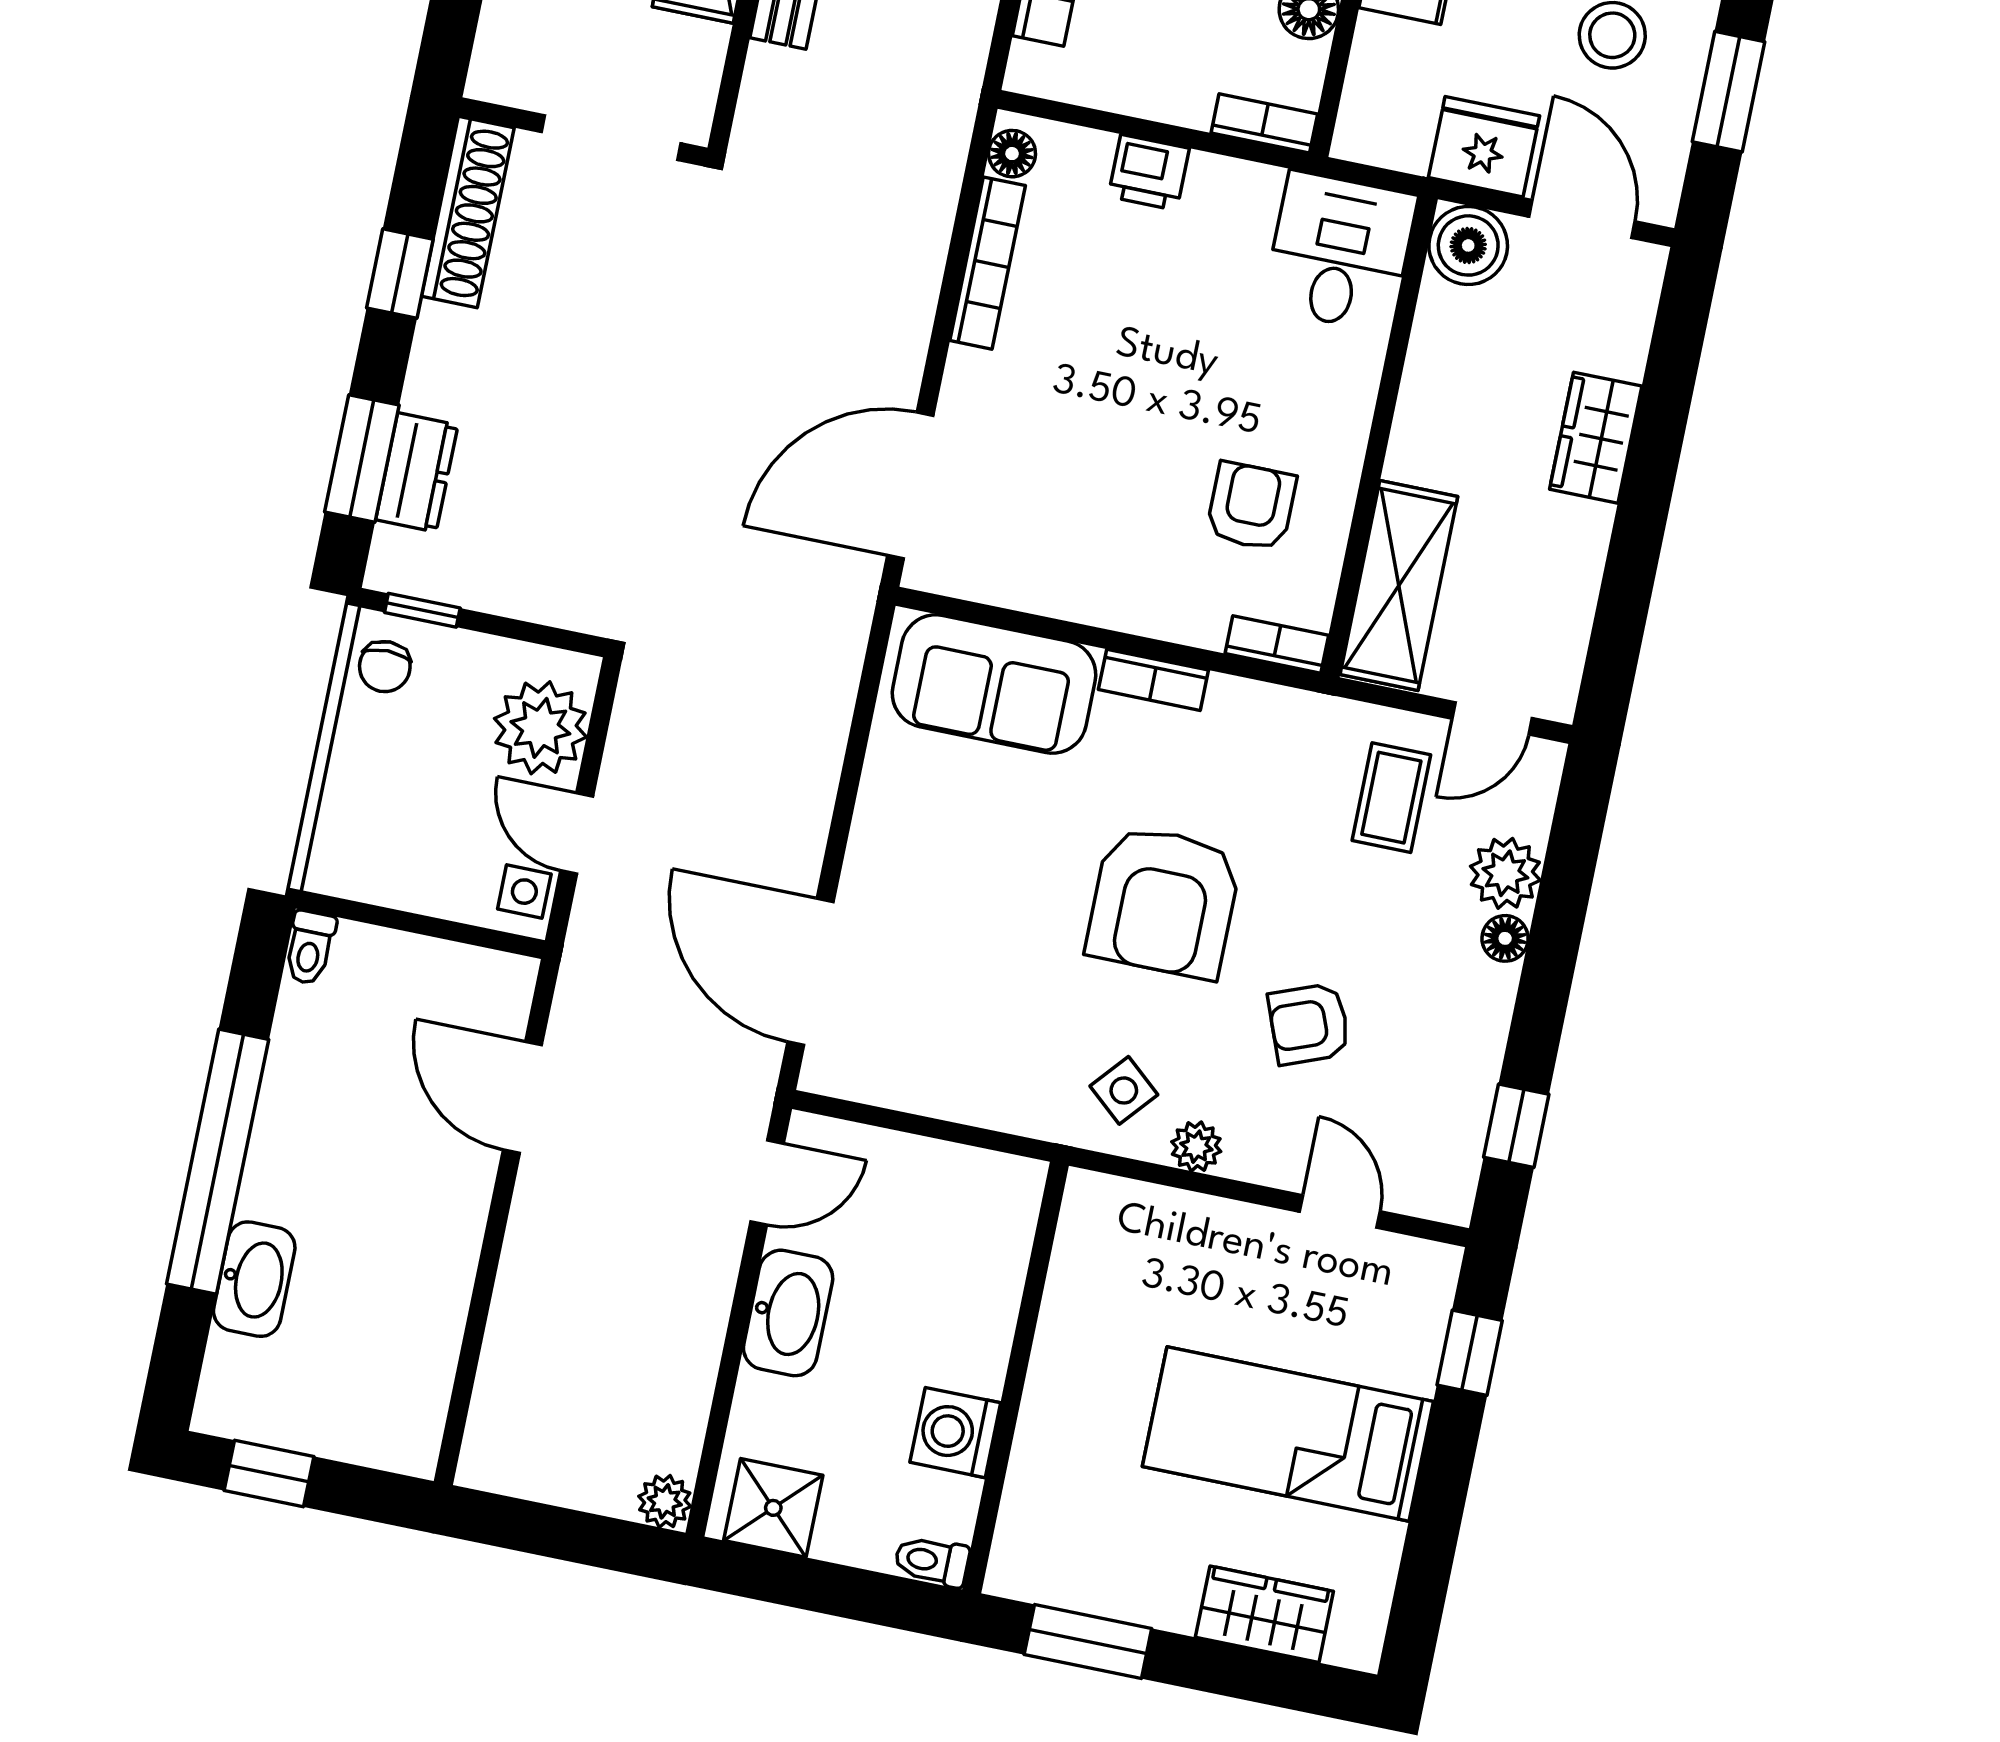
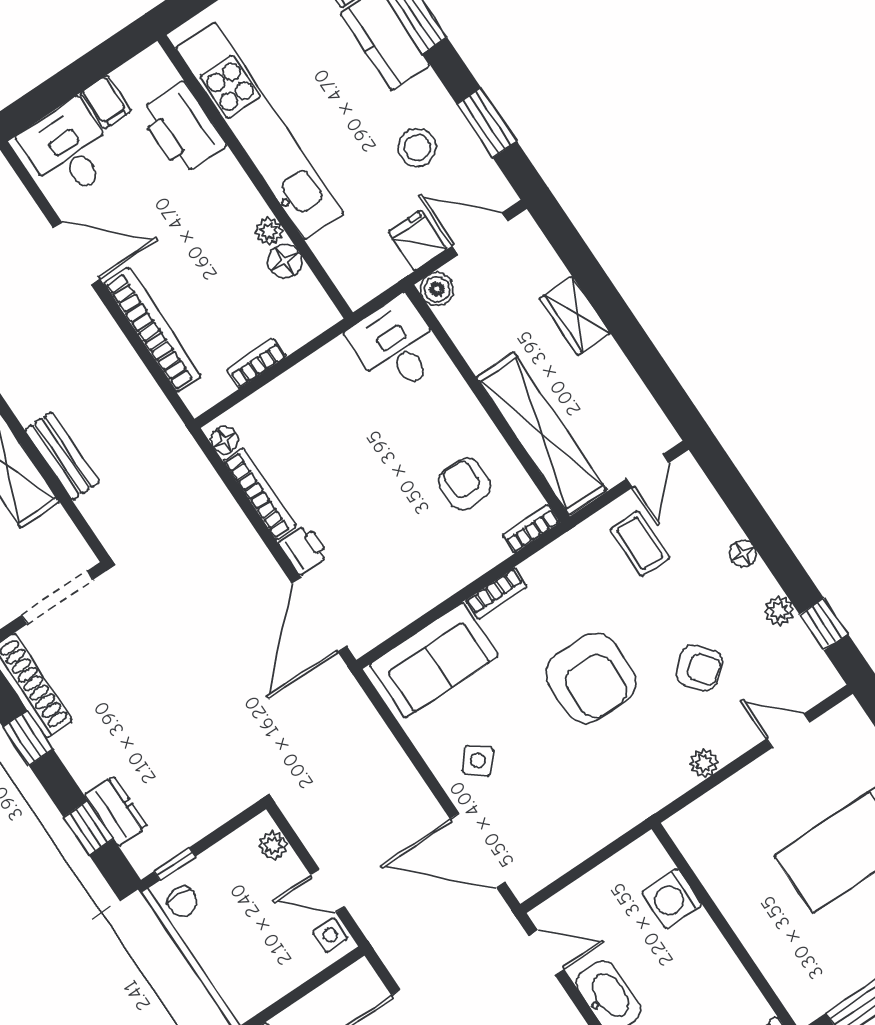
bookcase: (1264, 123) -> (257, 363), moved
fridge: (1484, 147) -> (418, 240), width x0.72
printer: (1149, 172) -> (304, 549), moved, turned -90
boiler: (1468, 245) -> (437, 289), width x0.73, depth x0.73
window: (362, 459) -> (88, 828), width x0.67
shelving: (1399, 585) -> (541, 433), width x1.47
plant: (540, 728) -> (273, 845), width x0.53, depth x0.53
plant: (1505, 873) -> (779, 611), moved, width x0.73, depth x0.73
armchair: (1309, 1024) -> (699, 668), turned -109
side table: (1124, 1090) -> (478, 760), moved
door: (767, 1182) -> (546, 953), hinge flipped
washing machine: (955, 1433) -> (672, 899), moved

